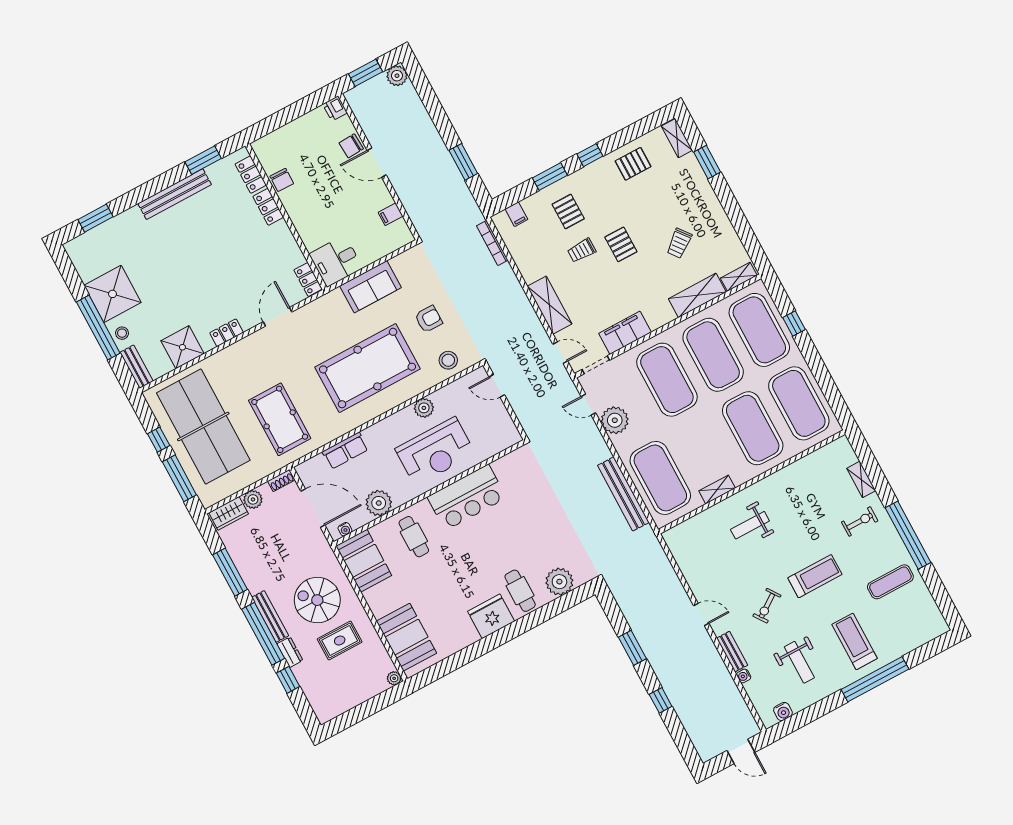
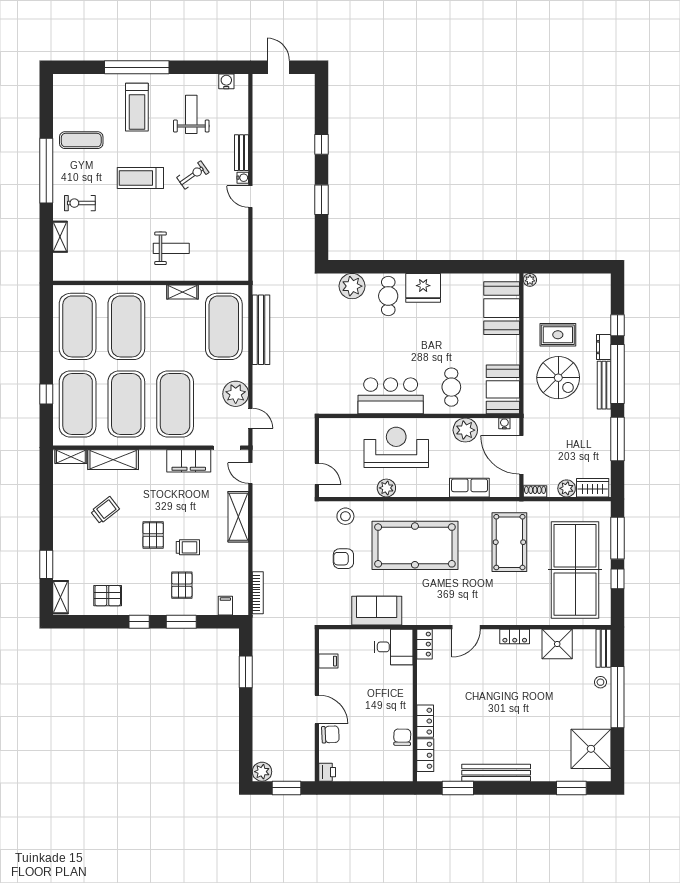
shower: (112, 294) -> (591, 749), moved
water cooler: (744, 676) -> (243, 178), moved

